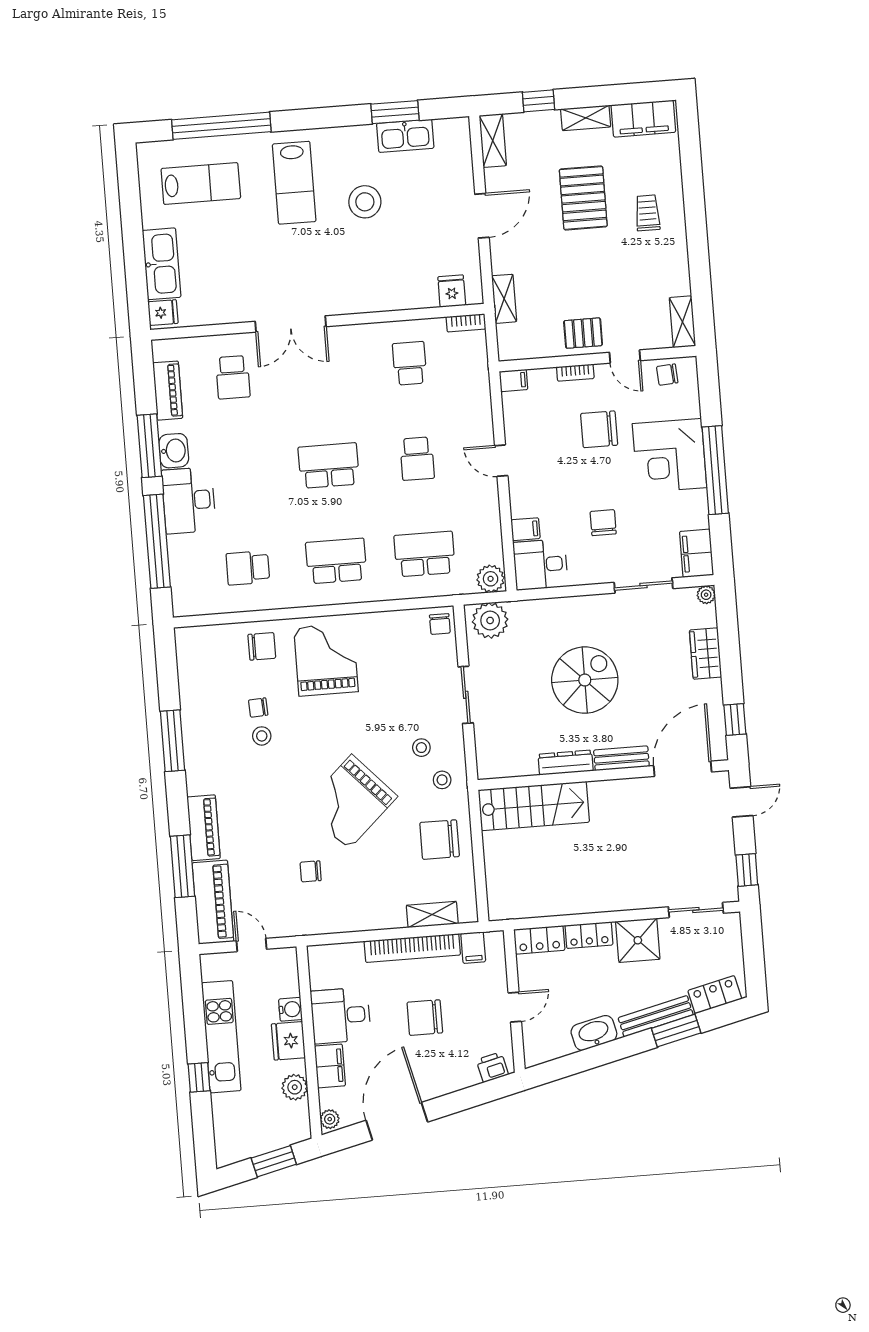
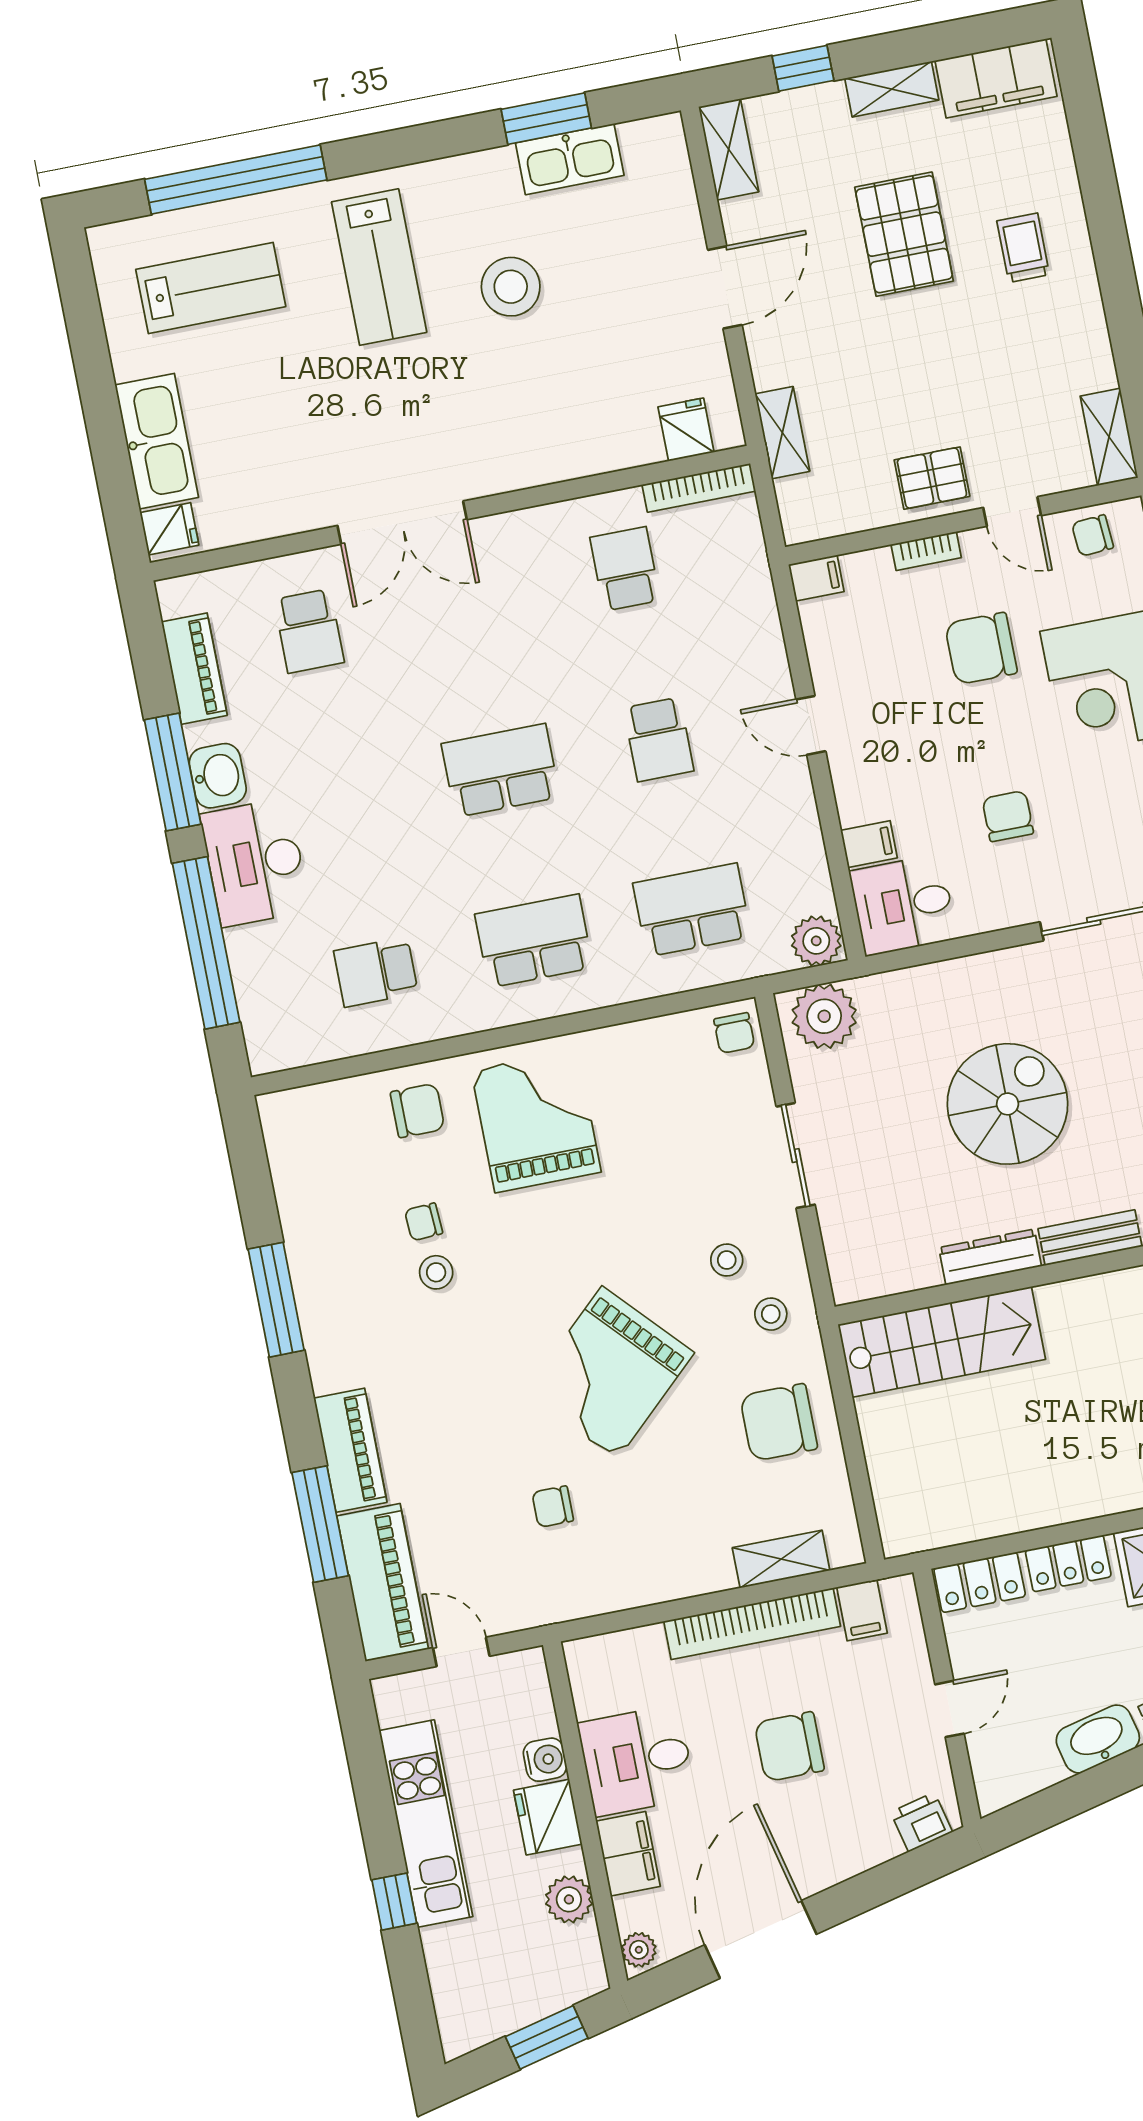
bookcase: (466, 323) -> (699, 488), width x1.56

